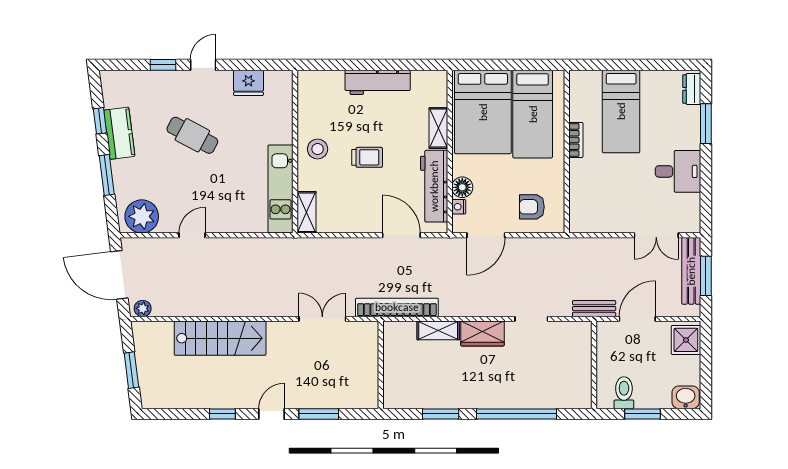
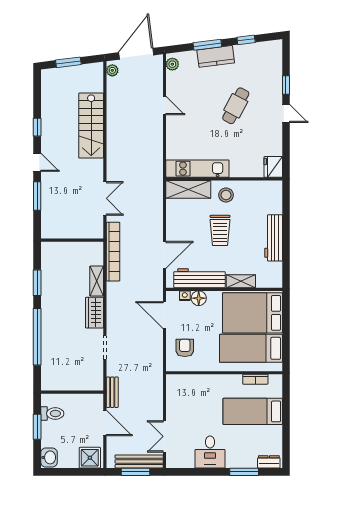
fridge: (248, 83) -> (273, 167), moved
kitchen counter: (119, 133) -> (216, 56), moved
bookcase: (576, 140) -> (255, 379), moved
trolley: (367, 157) -> (220, 230), width x1.36, depth x1.39
shelving: (307, 212) -> (188, 189), width x1.50, depth x1.33
plant: (142, 216) -> (172, 64), width x0.53, depth x0.53

